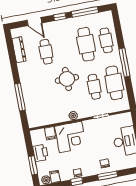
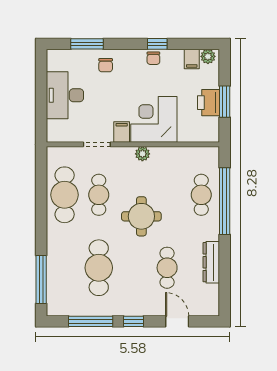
cafe table: (106, 40) -> (201, 195), moved
dresser: (19, 50) -> (211, 262), moved
window: (124, 62) -> (41, 280), moved
window: (20, 97) -> (225, 201), width x1.46
filing cabinet: (50, 133) -> (122, 132), moved
window: (33, 165) -> (225, 102), moved
window: (108, 176) -> (87, 44), moved

